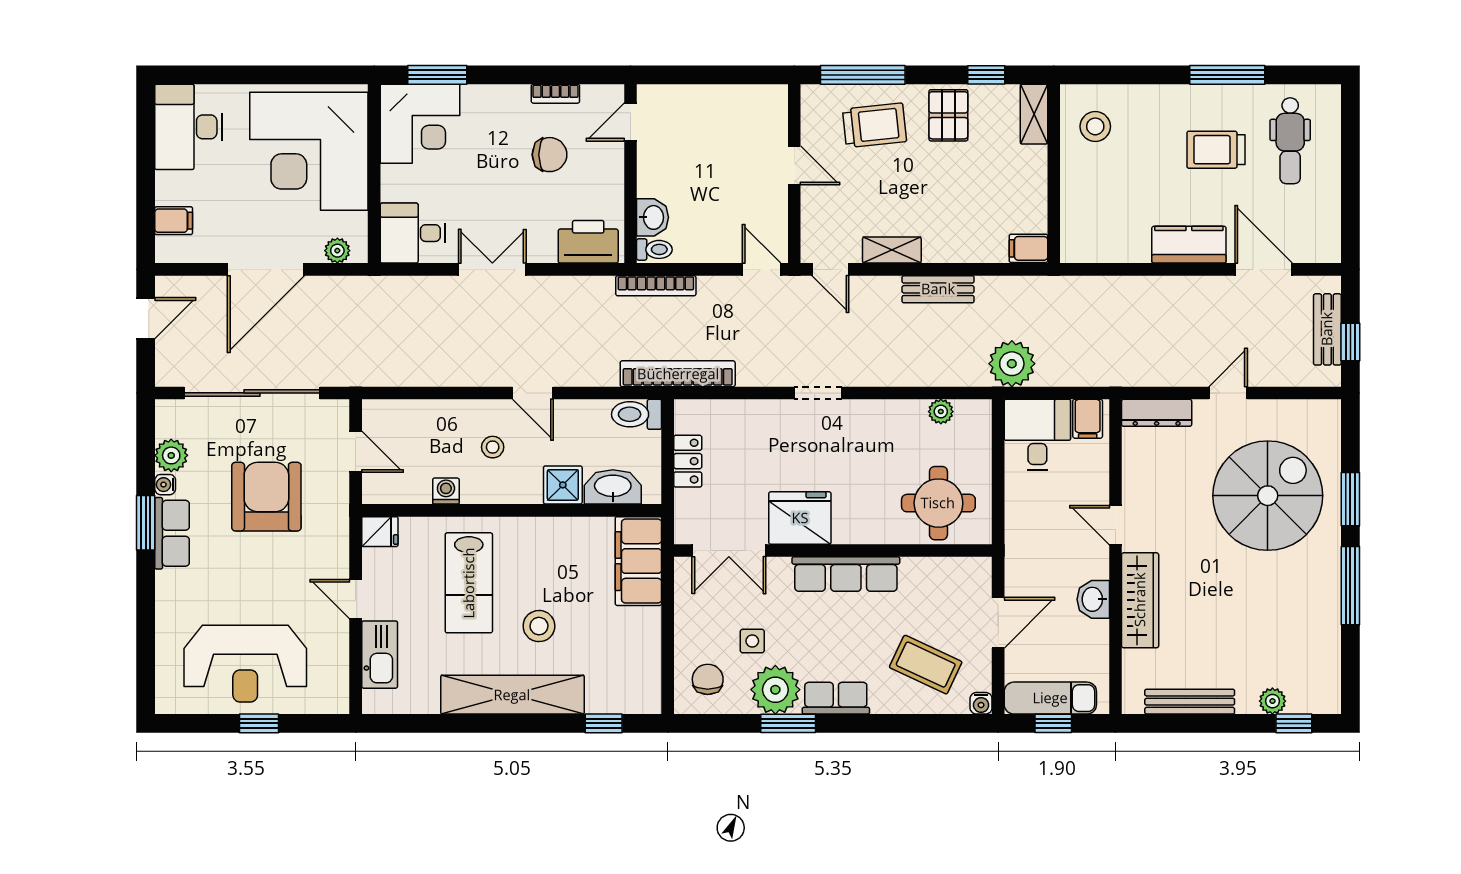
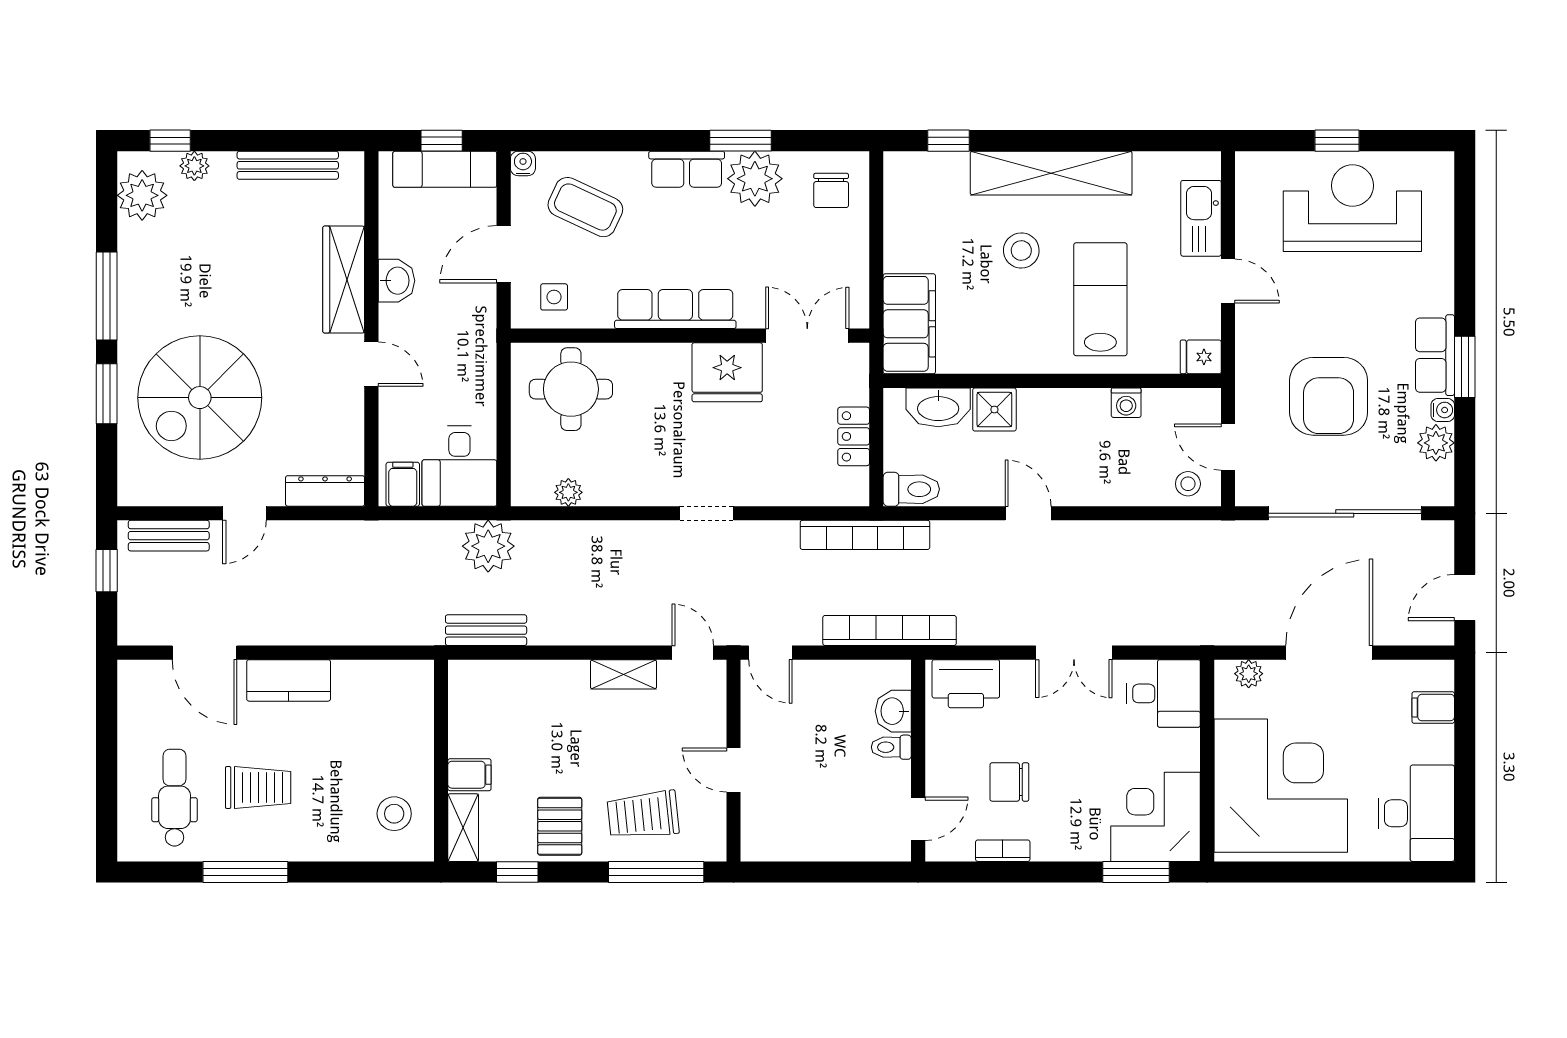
filing cabinet: (1028, 248) -> (469, 775), moved
toilet: (654, 249) -> (891, 747), moved
bookcase: (656, 286) -> (890, 630), width x1.48, depth x1.31
bench: (938, 289) -> (486, 630), moved
bench: (1327, 329) -> (169, 536), moved, turned 90
stool: (493, 447) -> (1188, 484), moved
side table: (752, 641) -> (554, 297), moved
plant: (1319, 675) -> (142, 195), added

